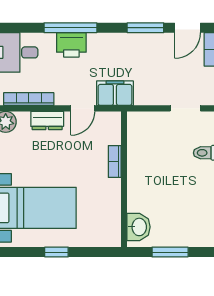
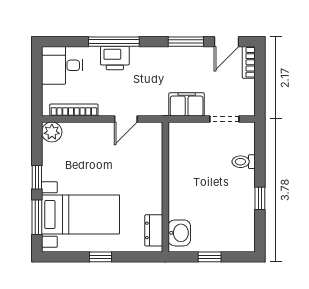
filing cabinet: (115, 93) -> (187, 104), moved
dresser: (47, 121) -> (154, 230), moved, turned 90
bookcase: (115, 162) -> (156, 170), removed
window: (170, 252) -> (210, 257), width x0.67

